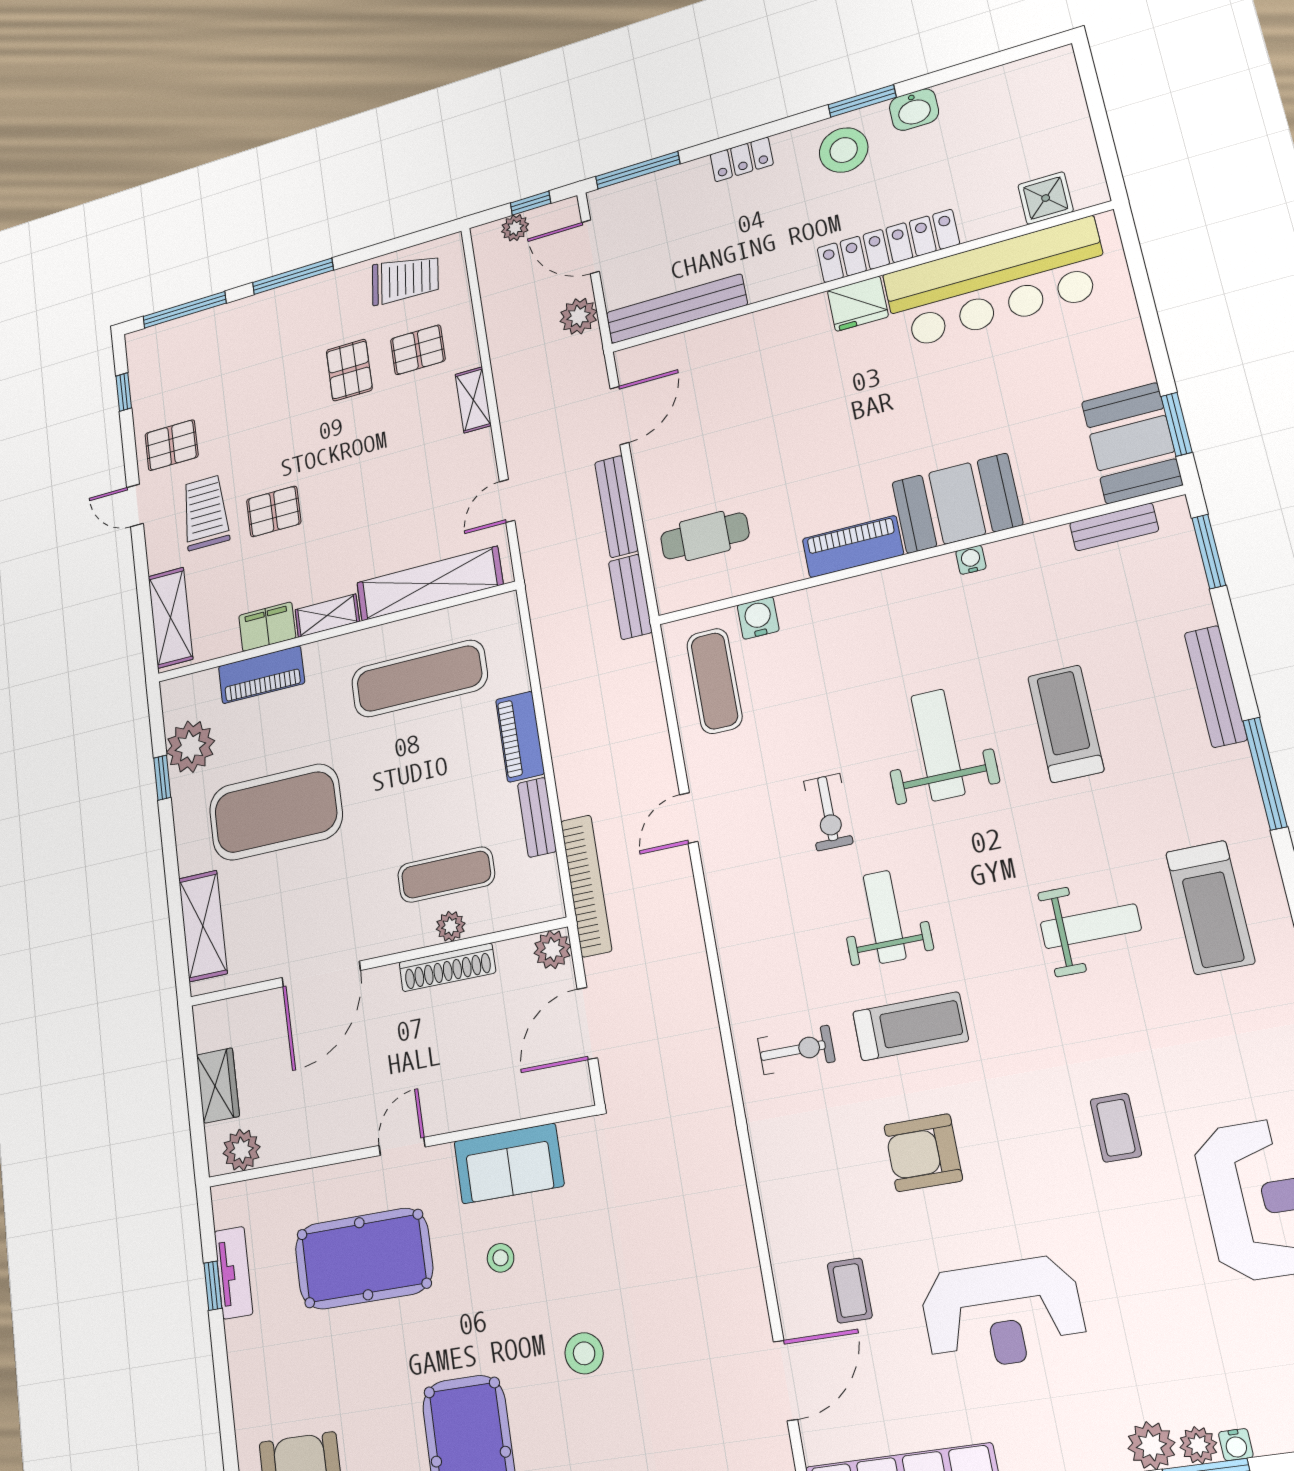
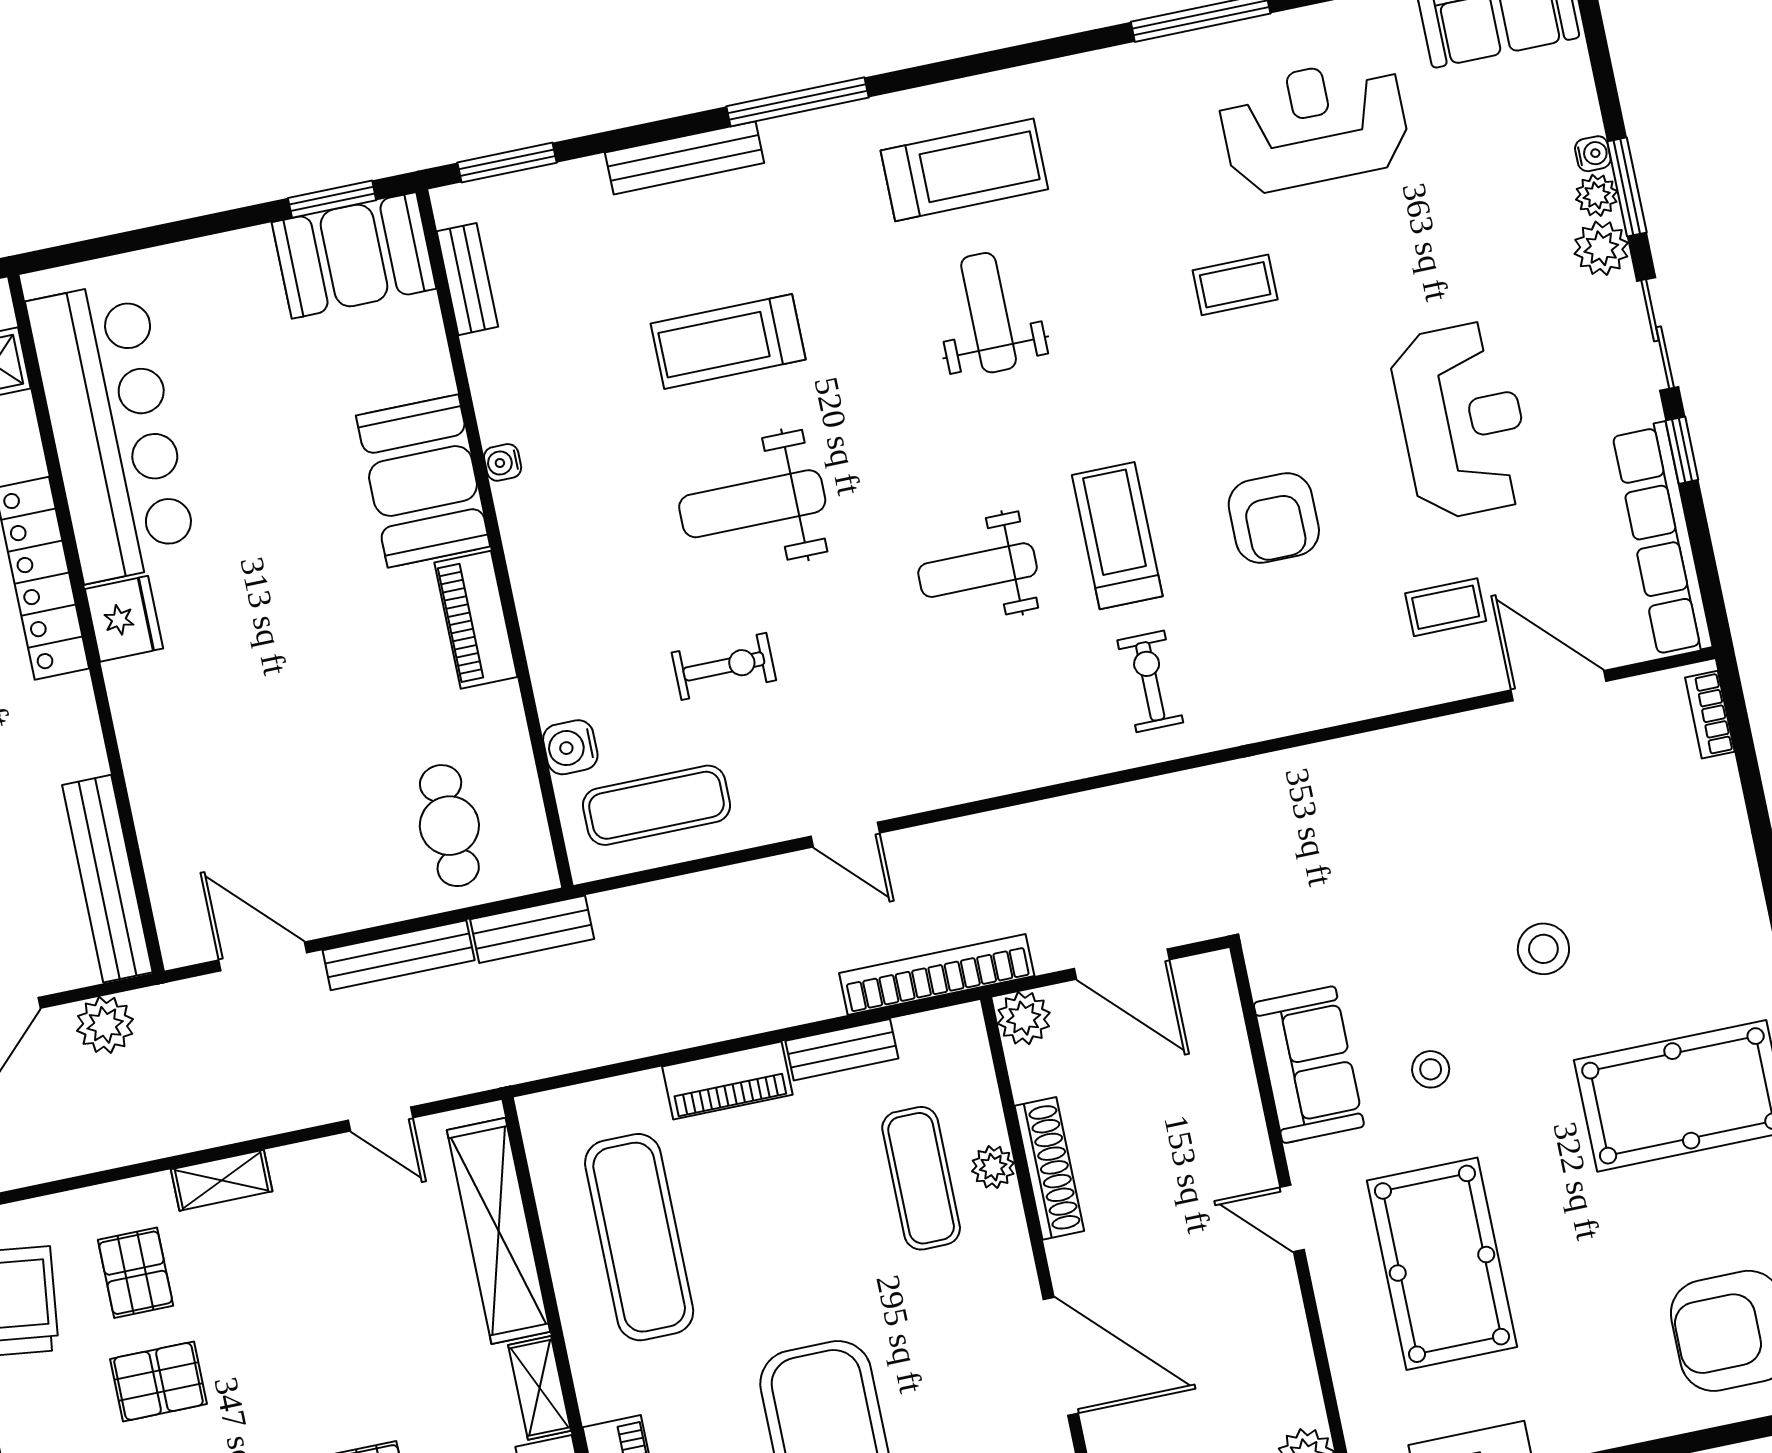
exercise bike: (828, 812) -> (724, 666), moved

